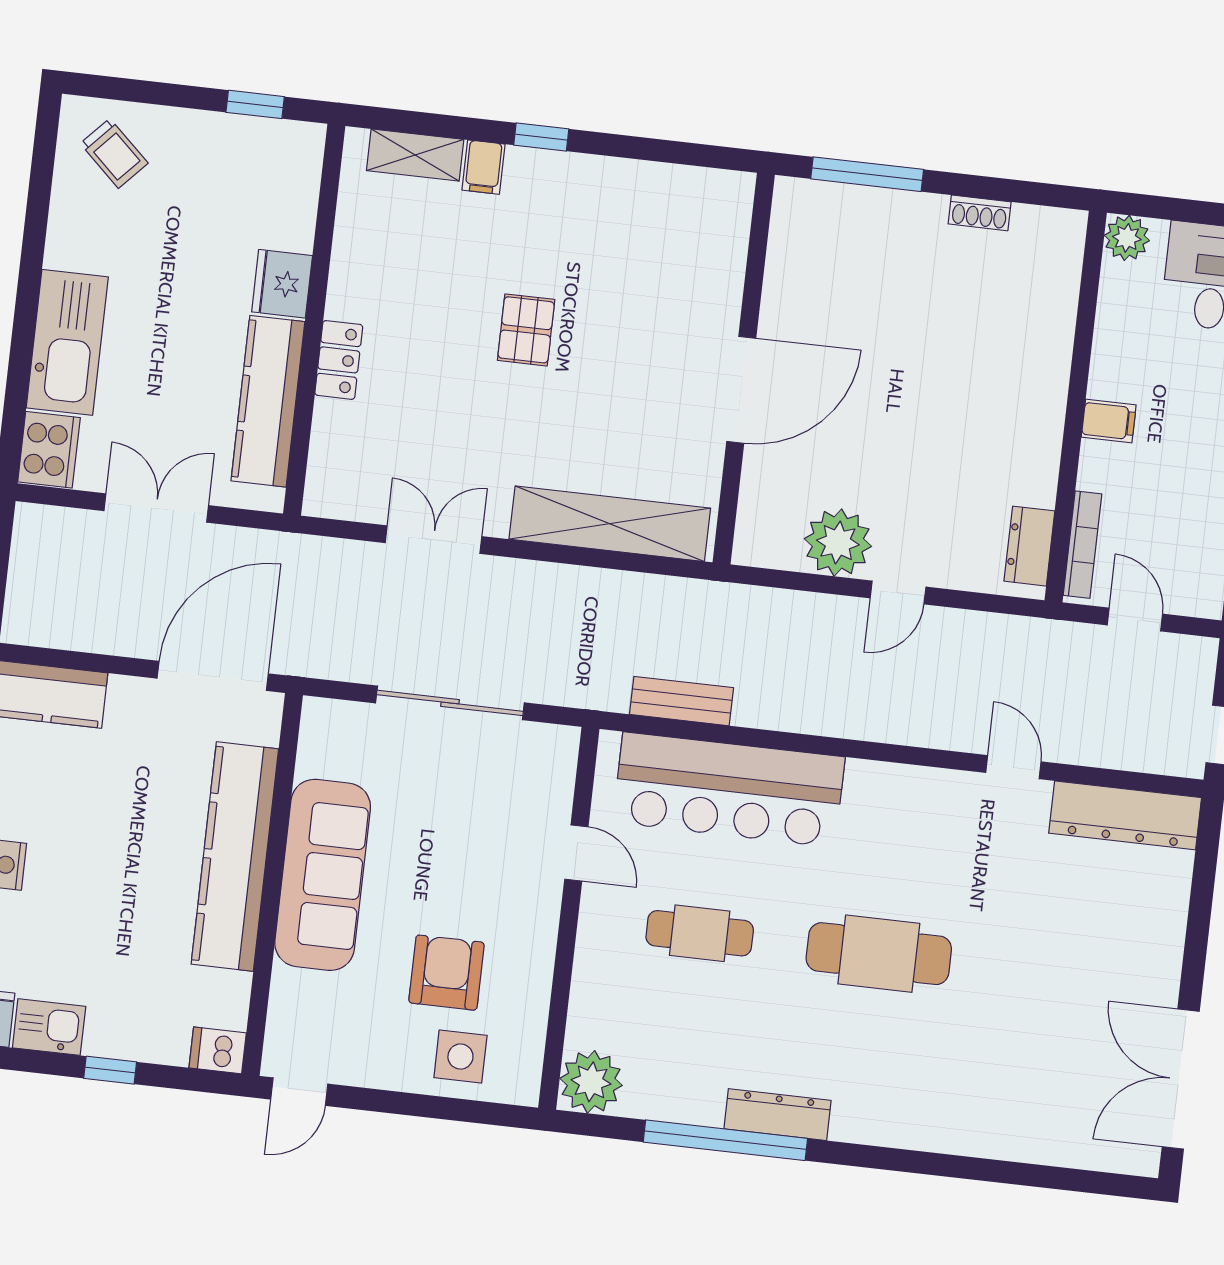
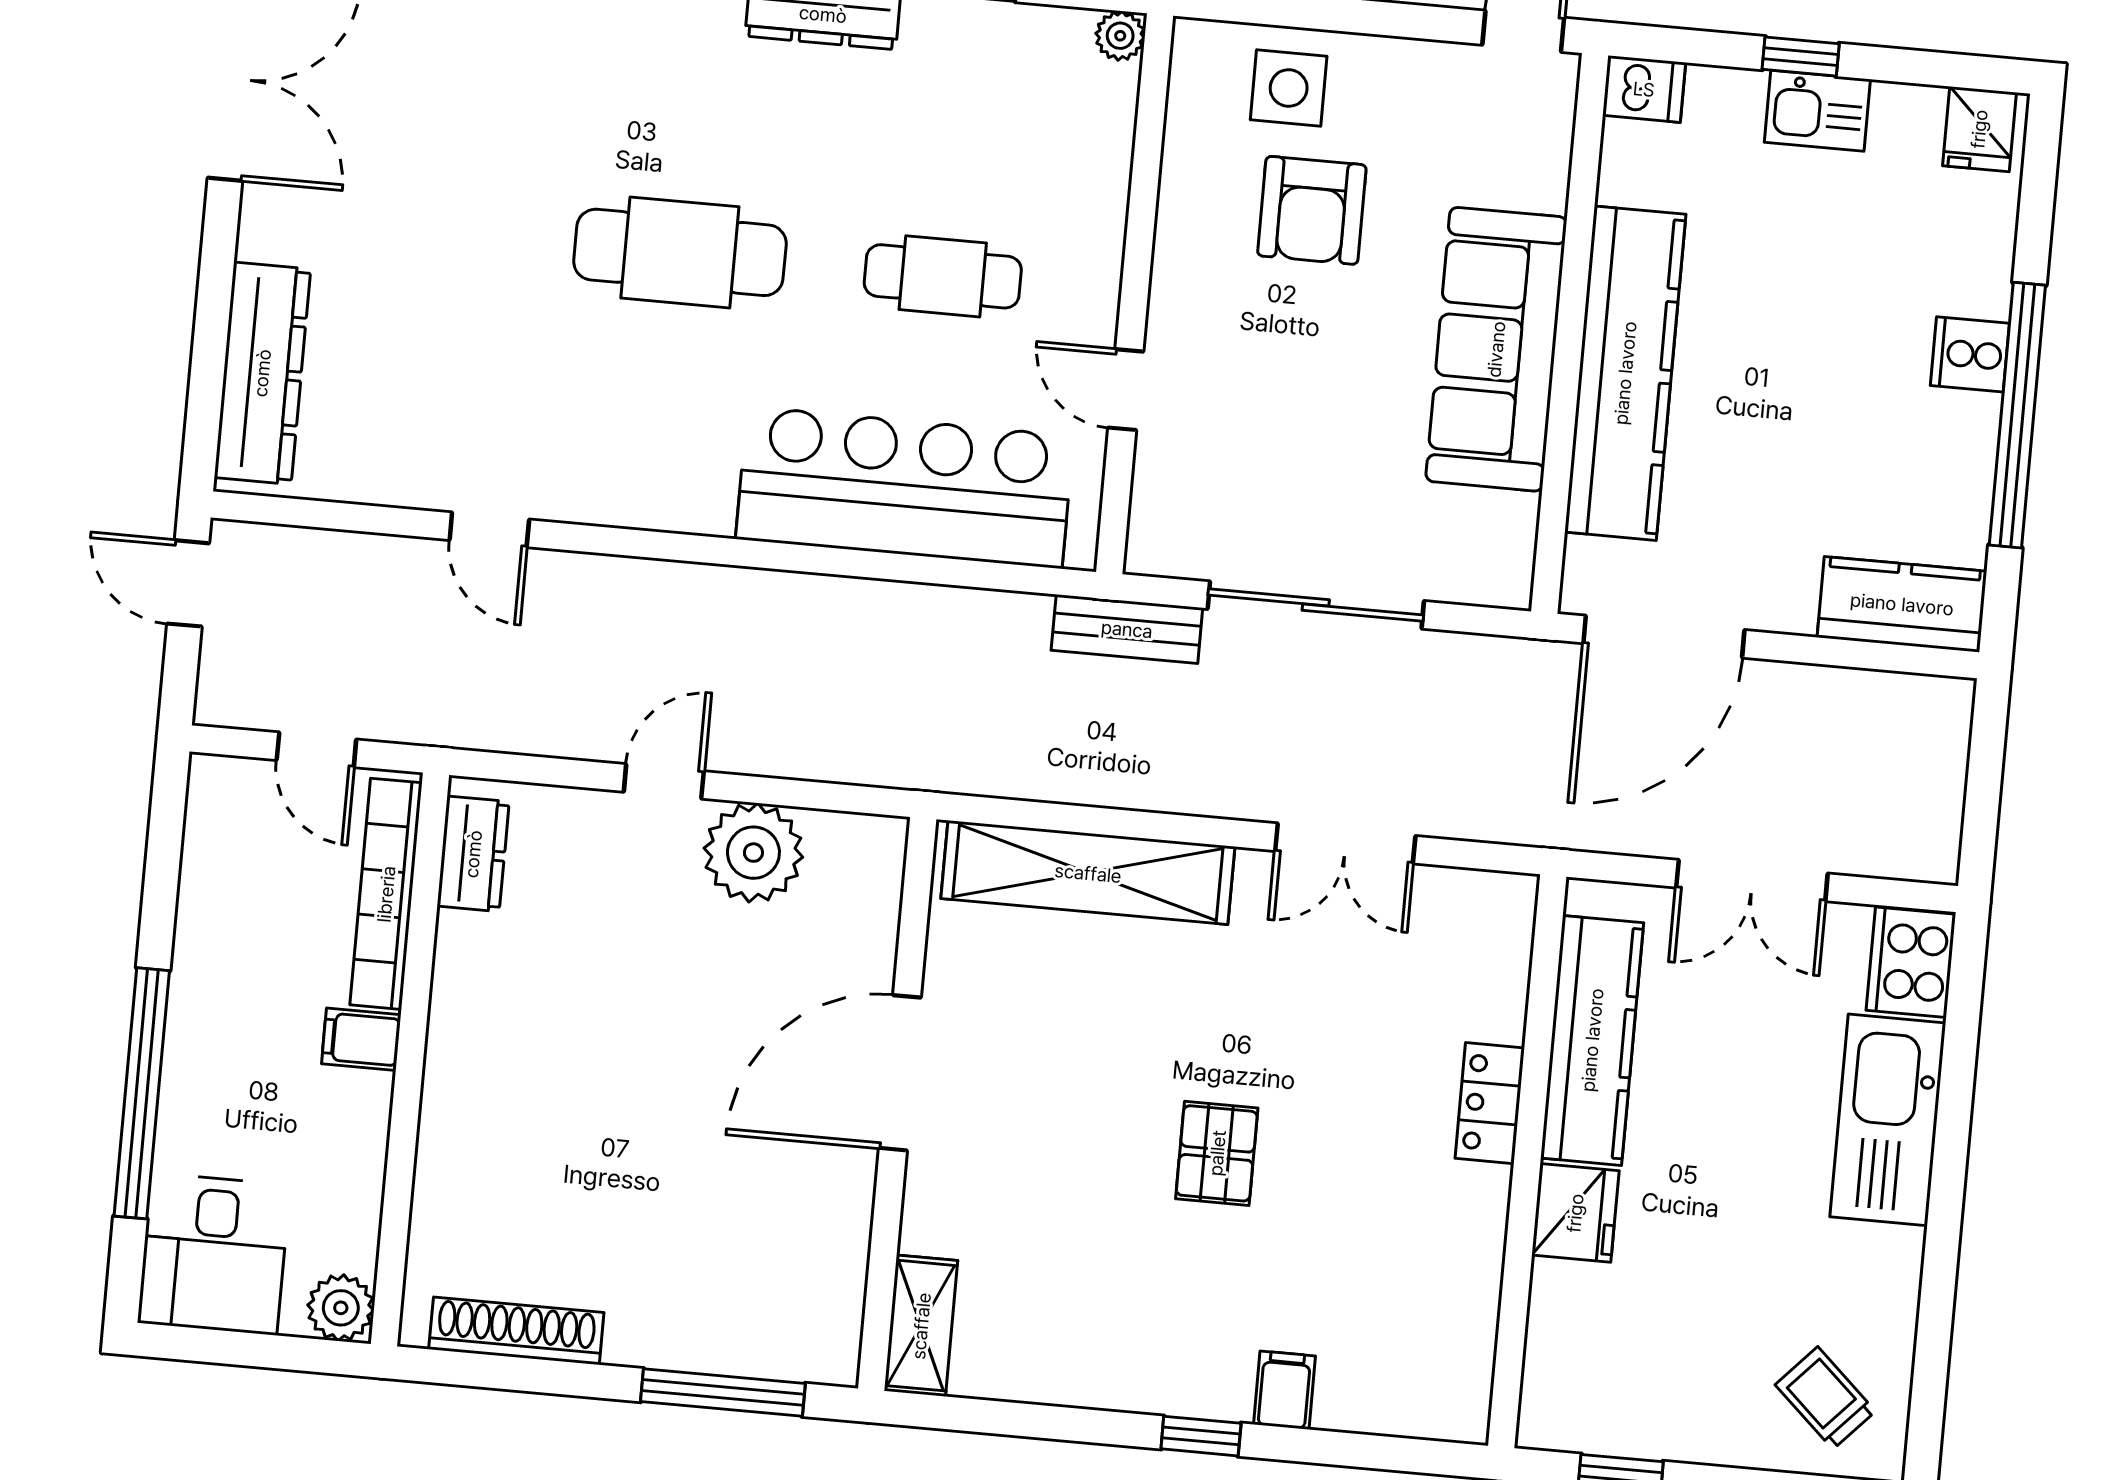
shelving: (415, 155) -> (921, 1326), moved, turned 90
shoe rack: (980, 213) -> (516, 1331), width x1.94, depth x1.24
bookcase: (1082, 545) -> (386, 894), width x1.48, depth x1.31
bench: (681, 701) -> (1127, 629), moved
dresser: (1125, 815) -> (262, 373), moved, turned 90
kitchen sink: (49, 1027) -> (1817, 111), moved
plant: (591, 1082) -> (1120, 36), width x0.53, depth x0.53

